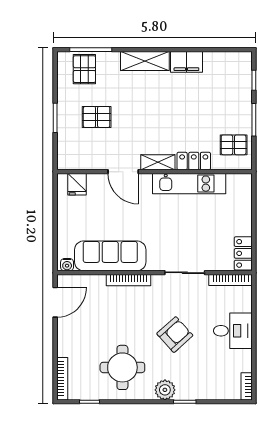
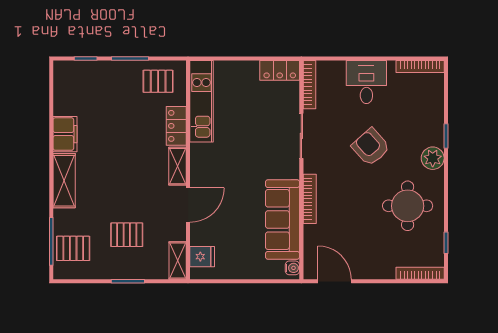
pallet: (97, 117) -> (127, 235), turned 90
pallet: (234, 145) -> (158, 81), turned 90
shelving: (74, 162) -> (178, 261), added
kitchen unit: (189, 184) -> (201, 101), moved
bookcase: (247, 386) -> (420, 67), width x1.56

